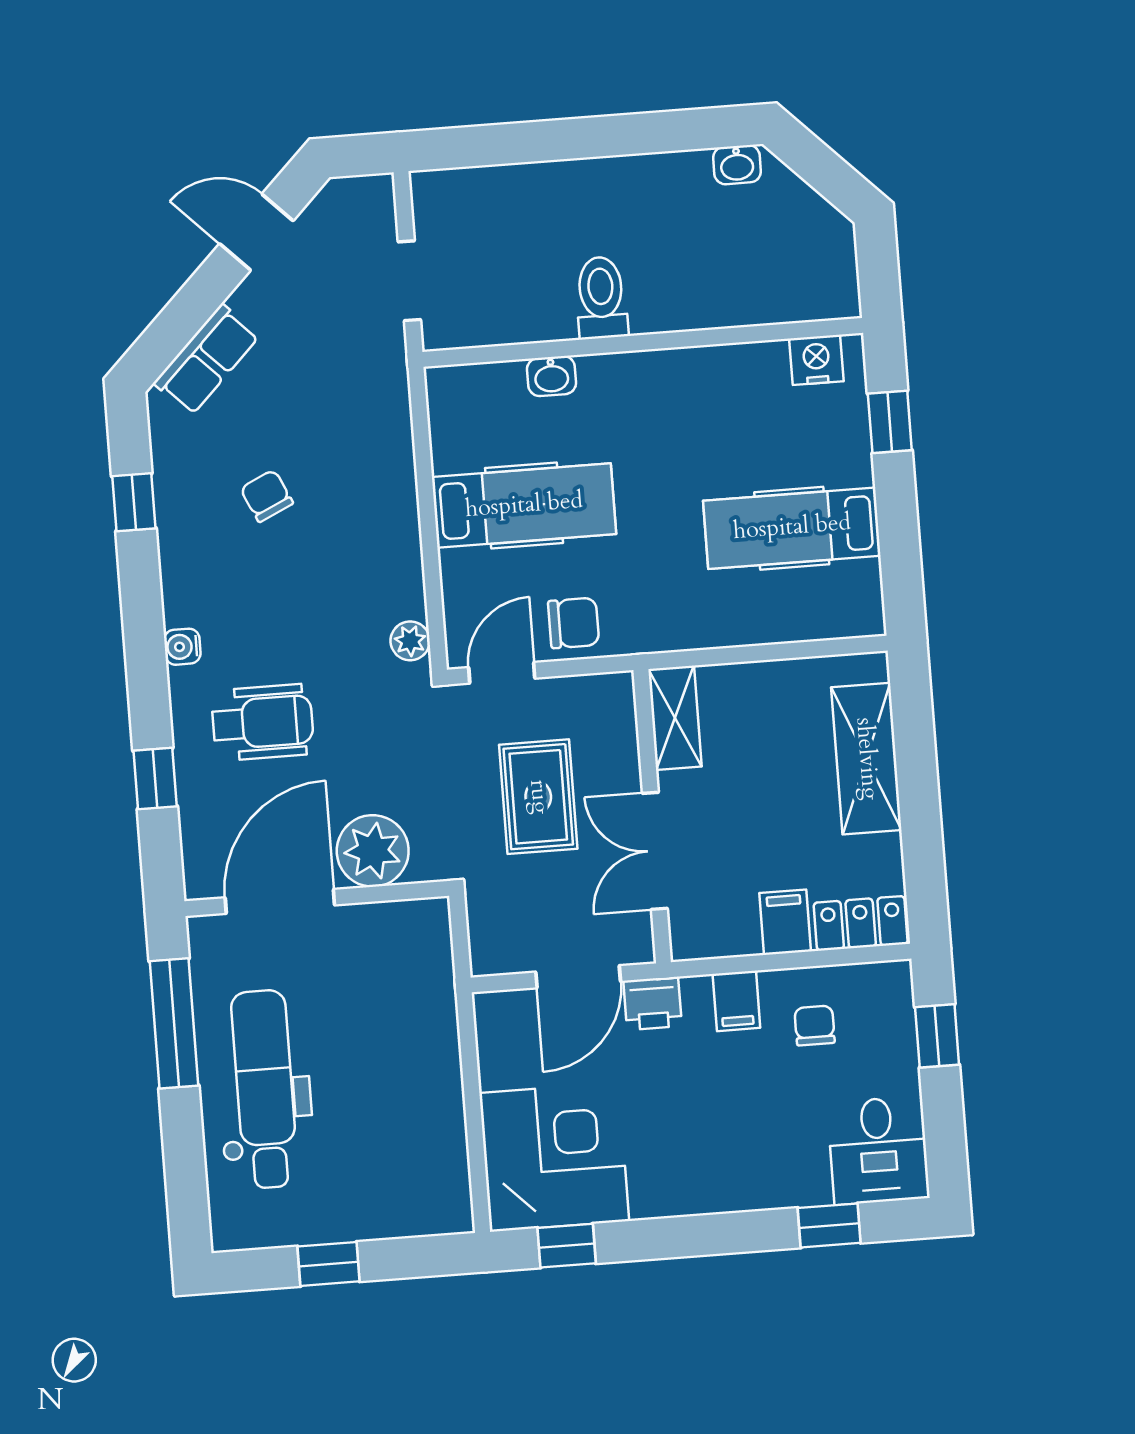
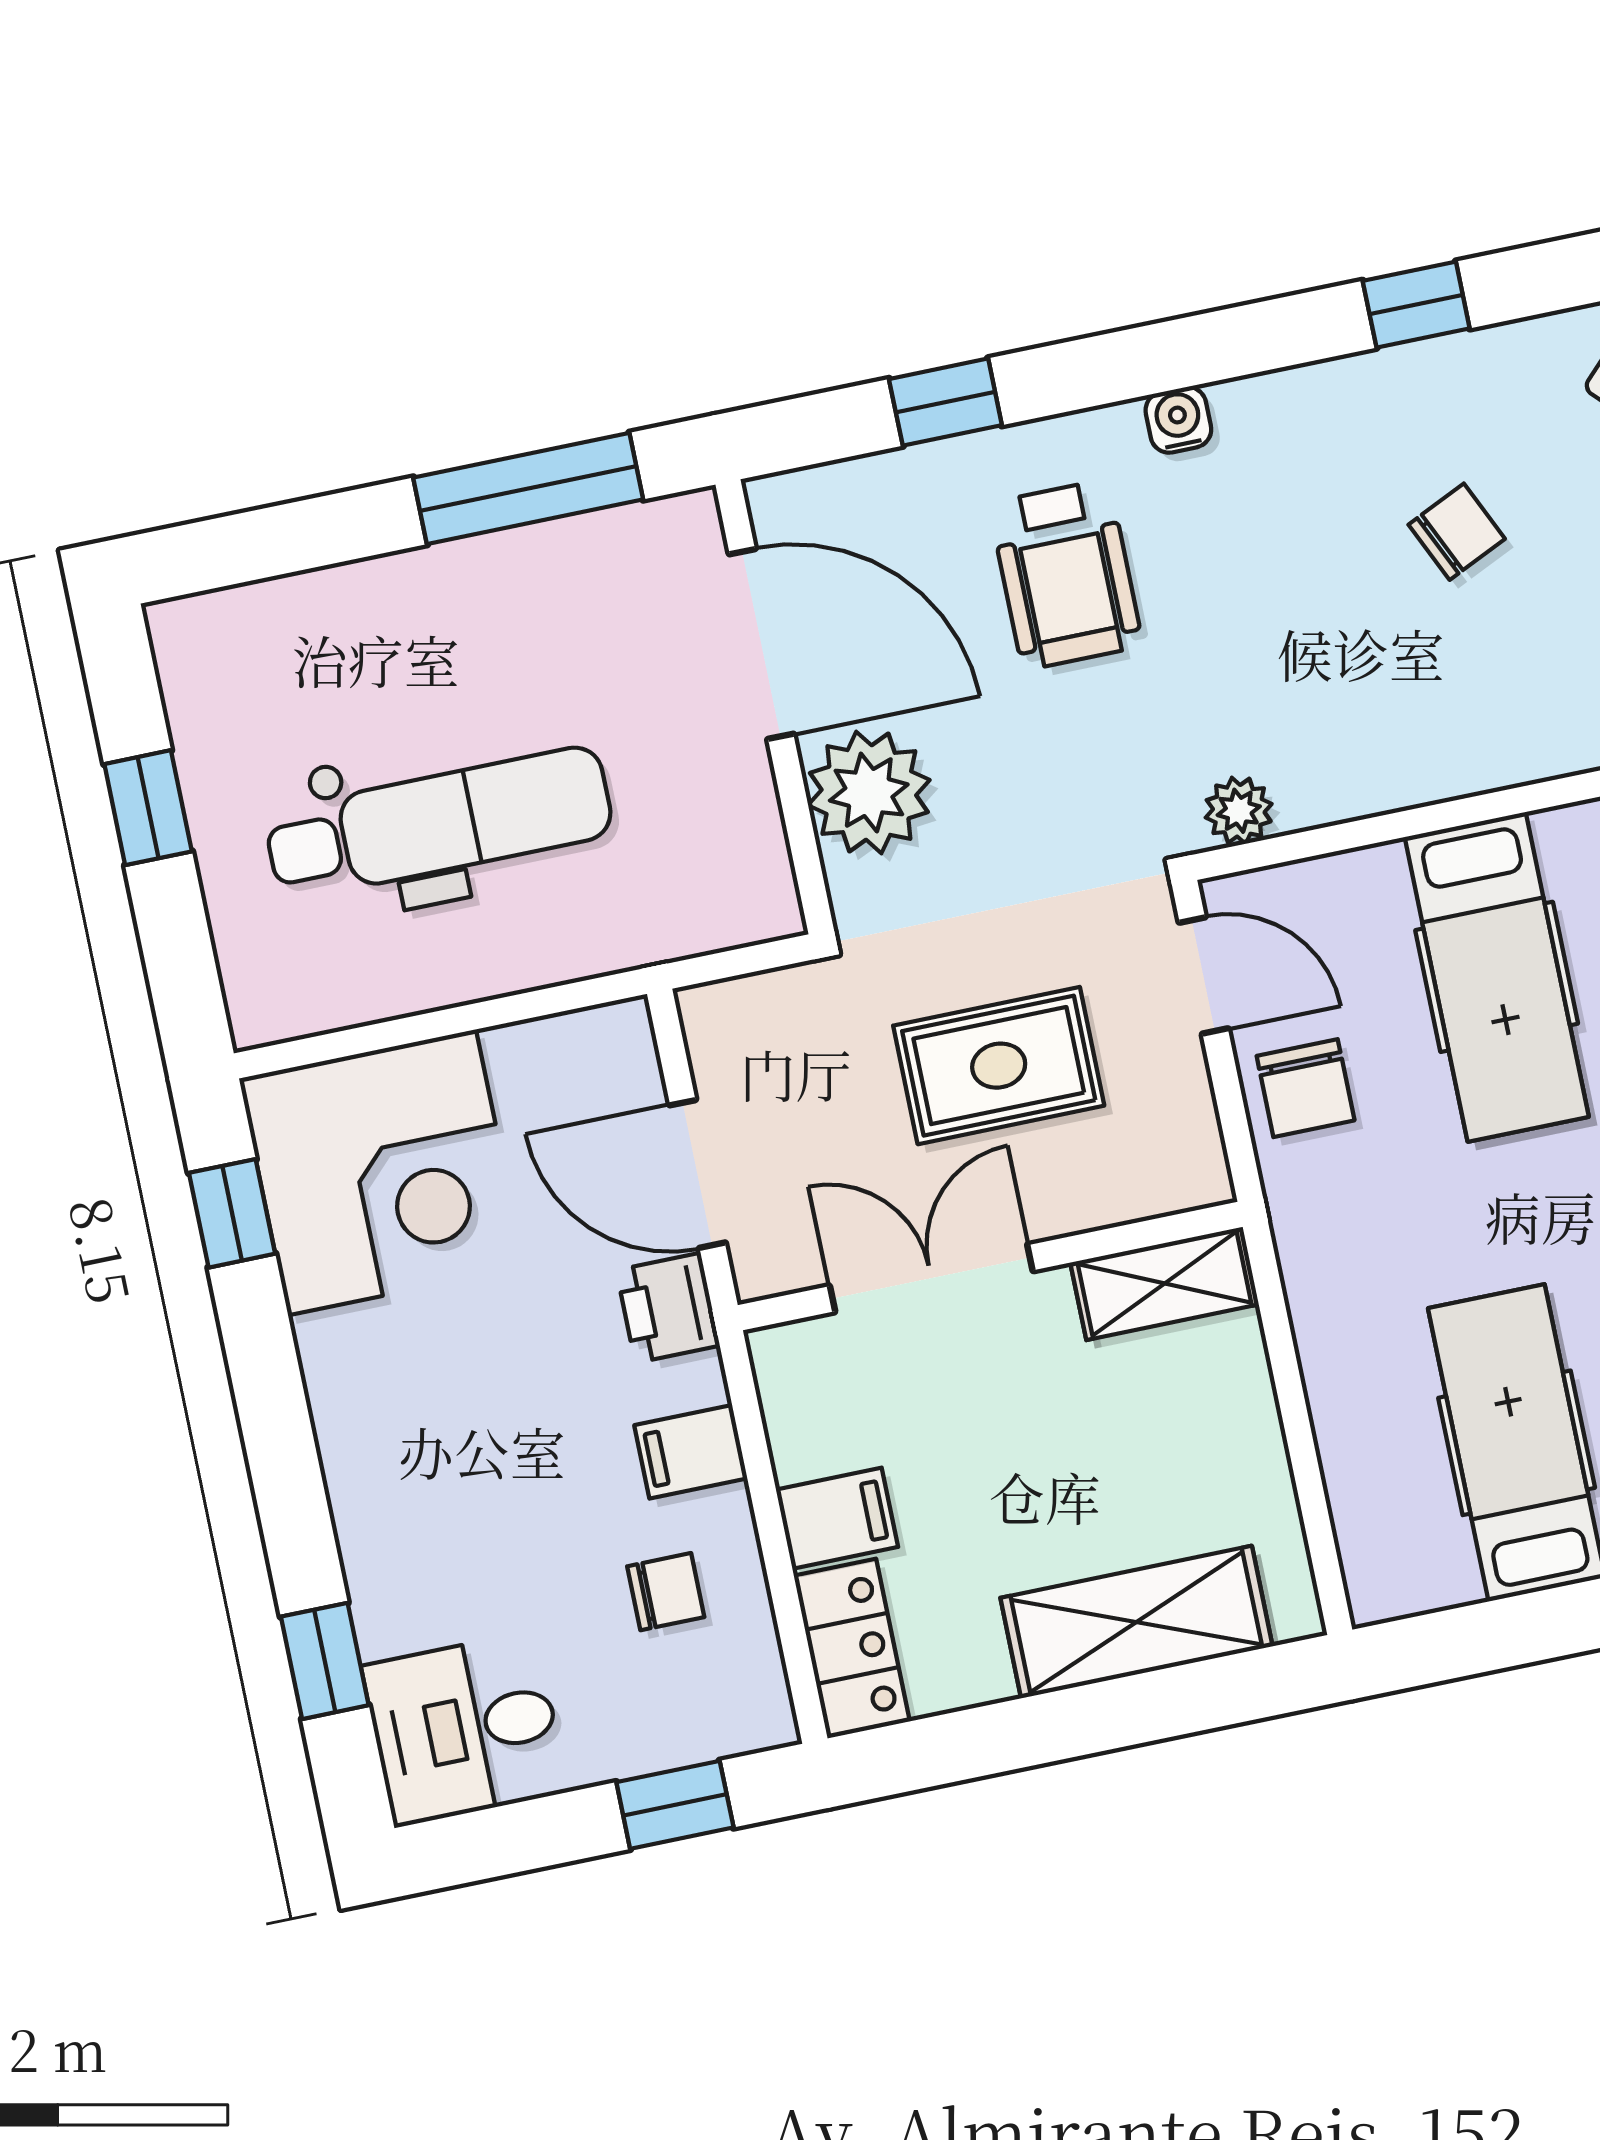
dental chair: (265, 1089) -> (439, 823), moved

